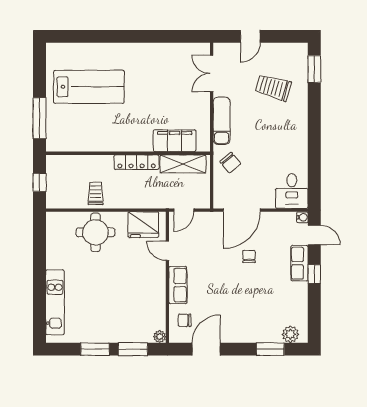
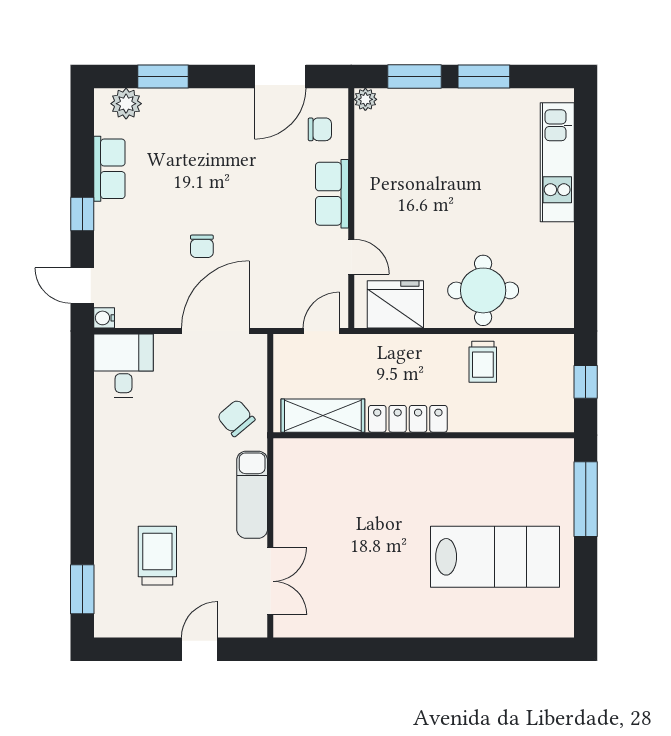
lab bench: (89, 87) -> (495, 557), turned 180
trolley: (273, 87) -> (157, 556), turned -106
filing cabinet: (175, 141) -> (338, 458), removed
row of seats: (299, 263) -> (109, 169), moved

